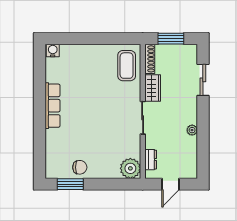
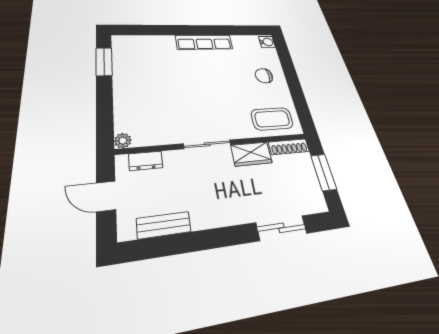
plant: (192, 130) -> (200, 221), removed
bench: (192, 152) -> (164, 225), added
chair: (80, 167) -> (264, 76), moved, turned 90
plant: (130, 168) -> (123, 141), width x0.53, depth x0.53

